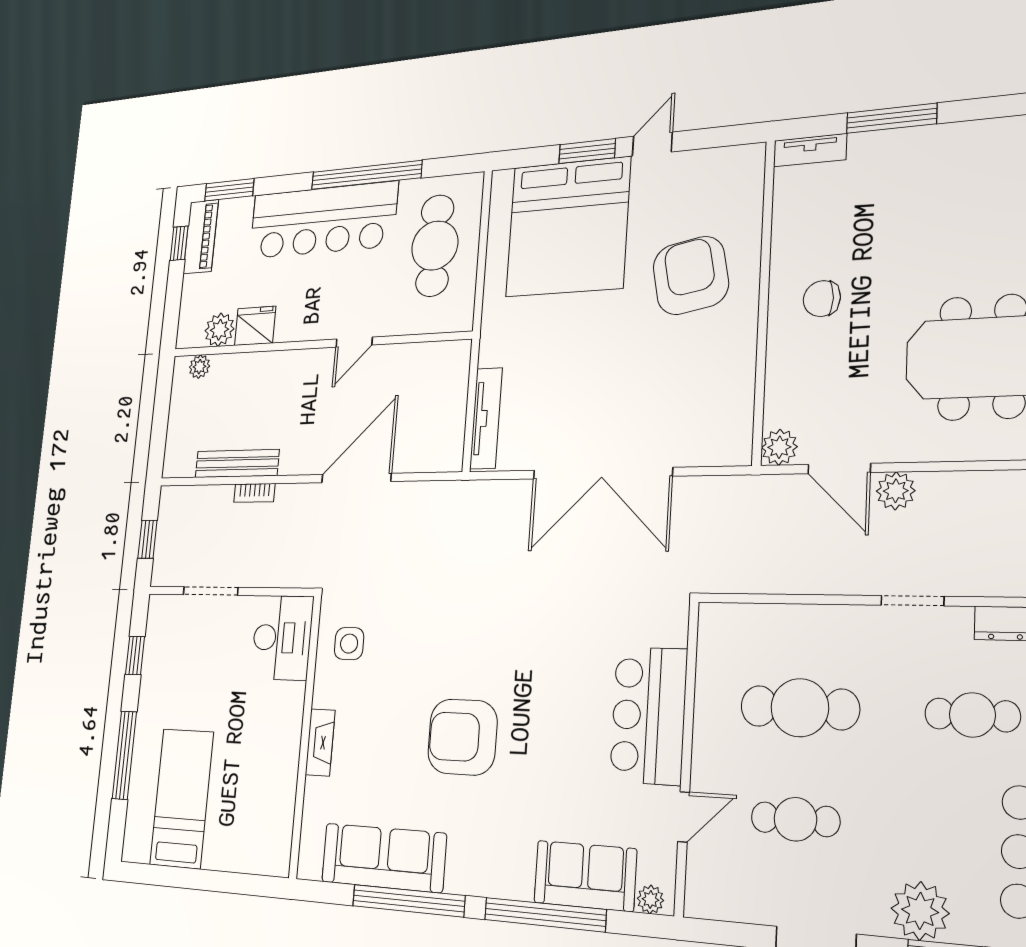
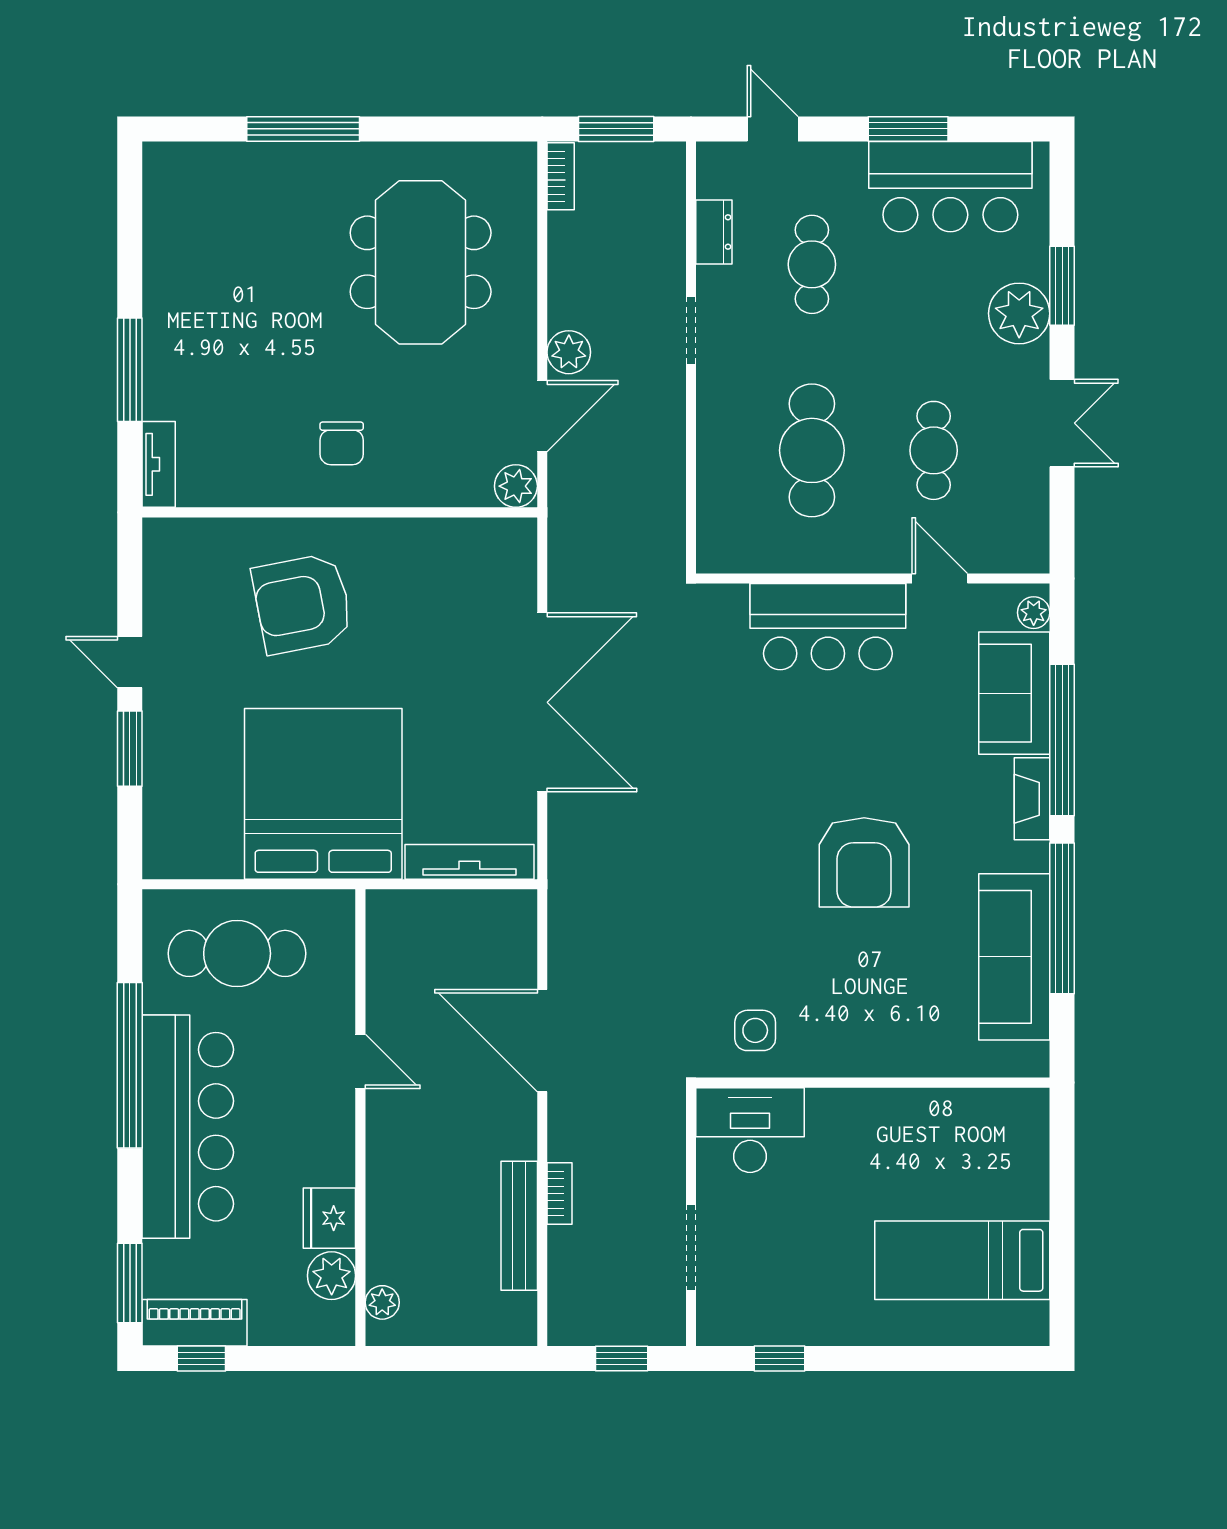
bed: (568, 227) -> (323, 794), moved, turned -90
fireplace: (320, 742) -> (1032, 799), moved, turned -90
window: (124, 755) -> (912, 1359), removed

